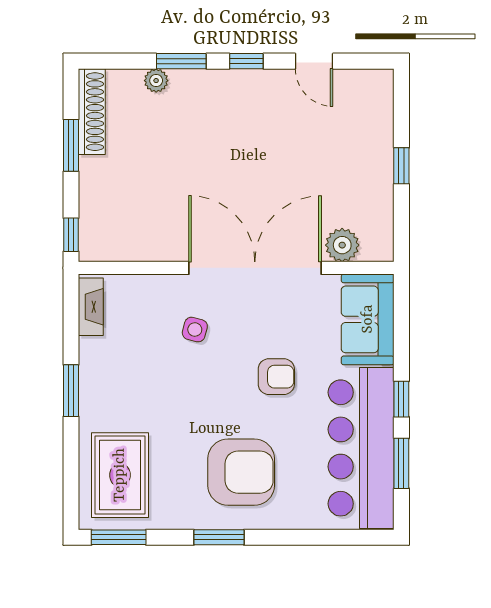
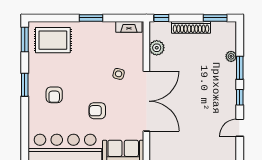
shoe rack: (92, 112) -> (191, 27), moved
window: (71, 145) -> (215, 18), moved
plant: (342, 245) -> (157, 48), moved
armchair: (276, 377) -> (97, 111), turned 90
armchair: (241, 472) -> (54, 95), width x0.53, depth x0.53

